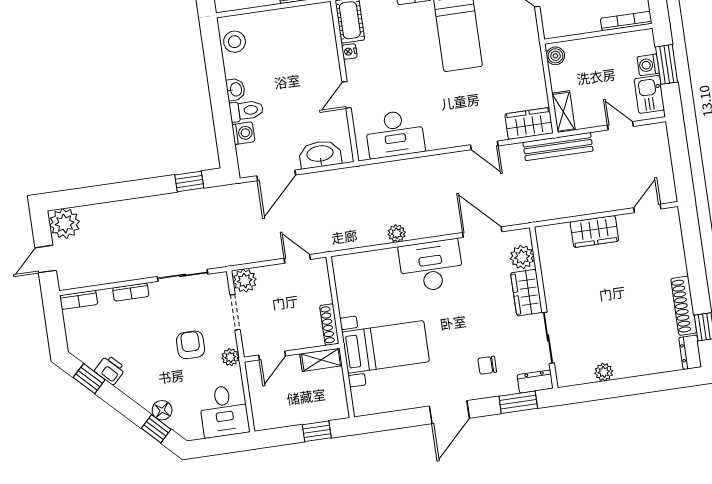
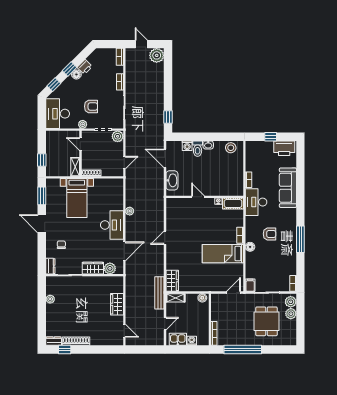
window: (667, 64) -> (191, 350), removed
desk: (395, 134) -> (176, 217), removed
door: (484, 145) -> (165, 238), moved
window: (89, 379) -> (69, 69), moved
window: (518, 402) -> (42, 196), moved
floor lamp: (162, 410) -> (76, 74), moved
desk: (224, 411) -> (58, 114), width x1.37

